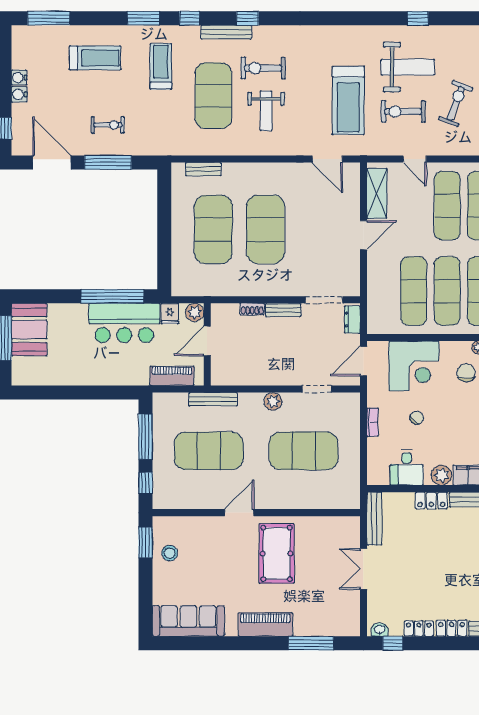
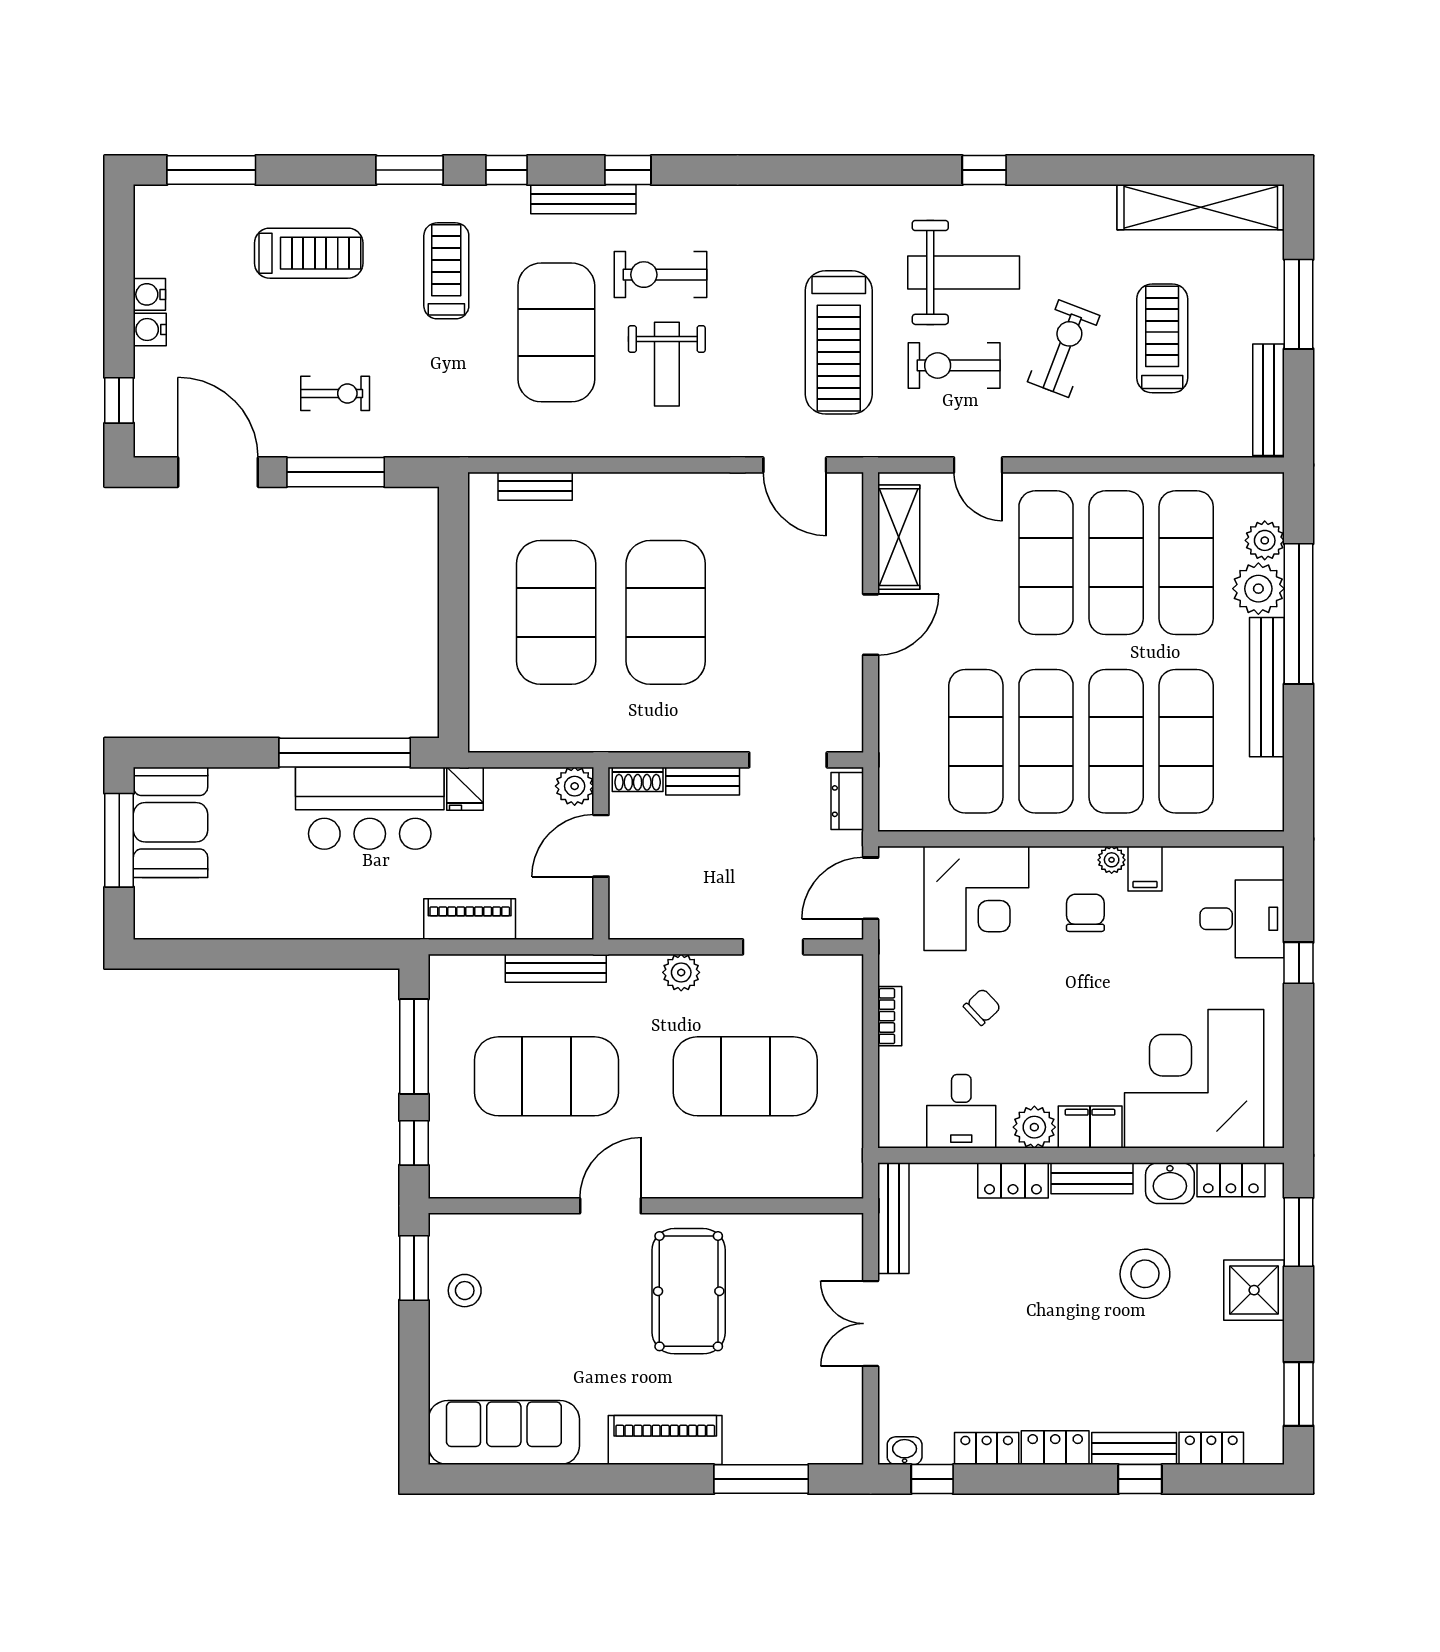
plant: (195, 312) -> (575, 786), moved
door: (207, 341) -> (601, 846), moved
wall: (207, 344) -> (601, 853), moved

